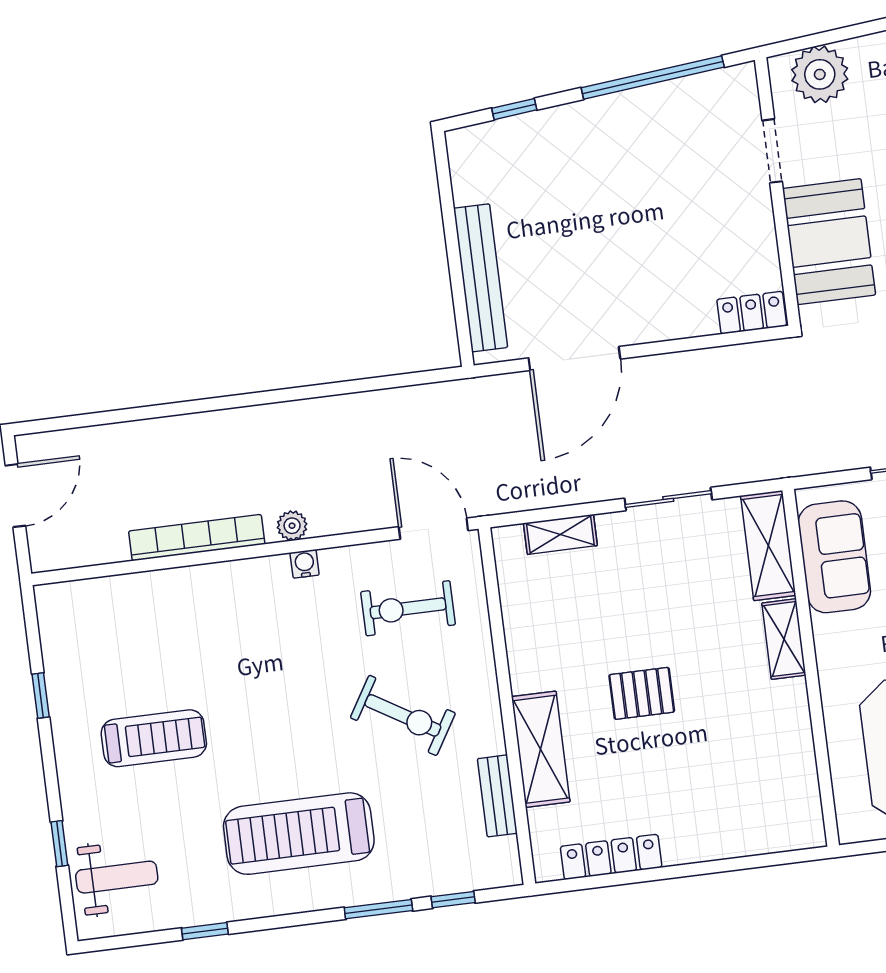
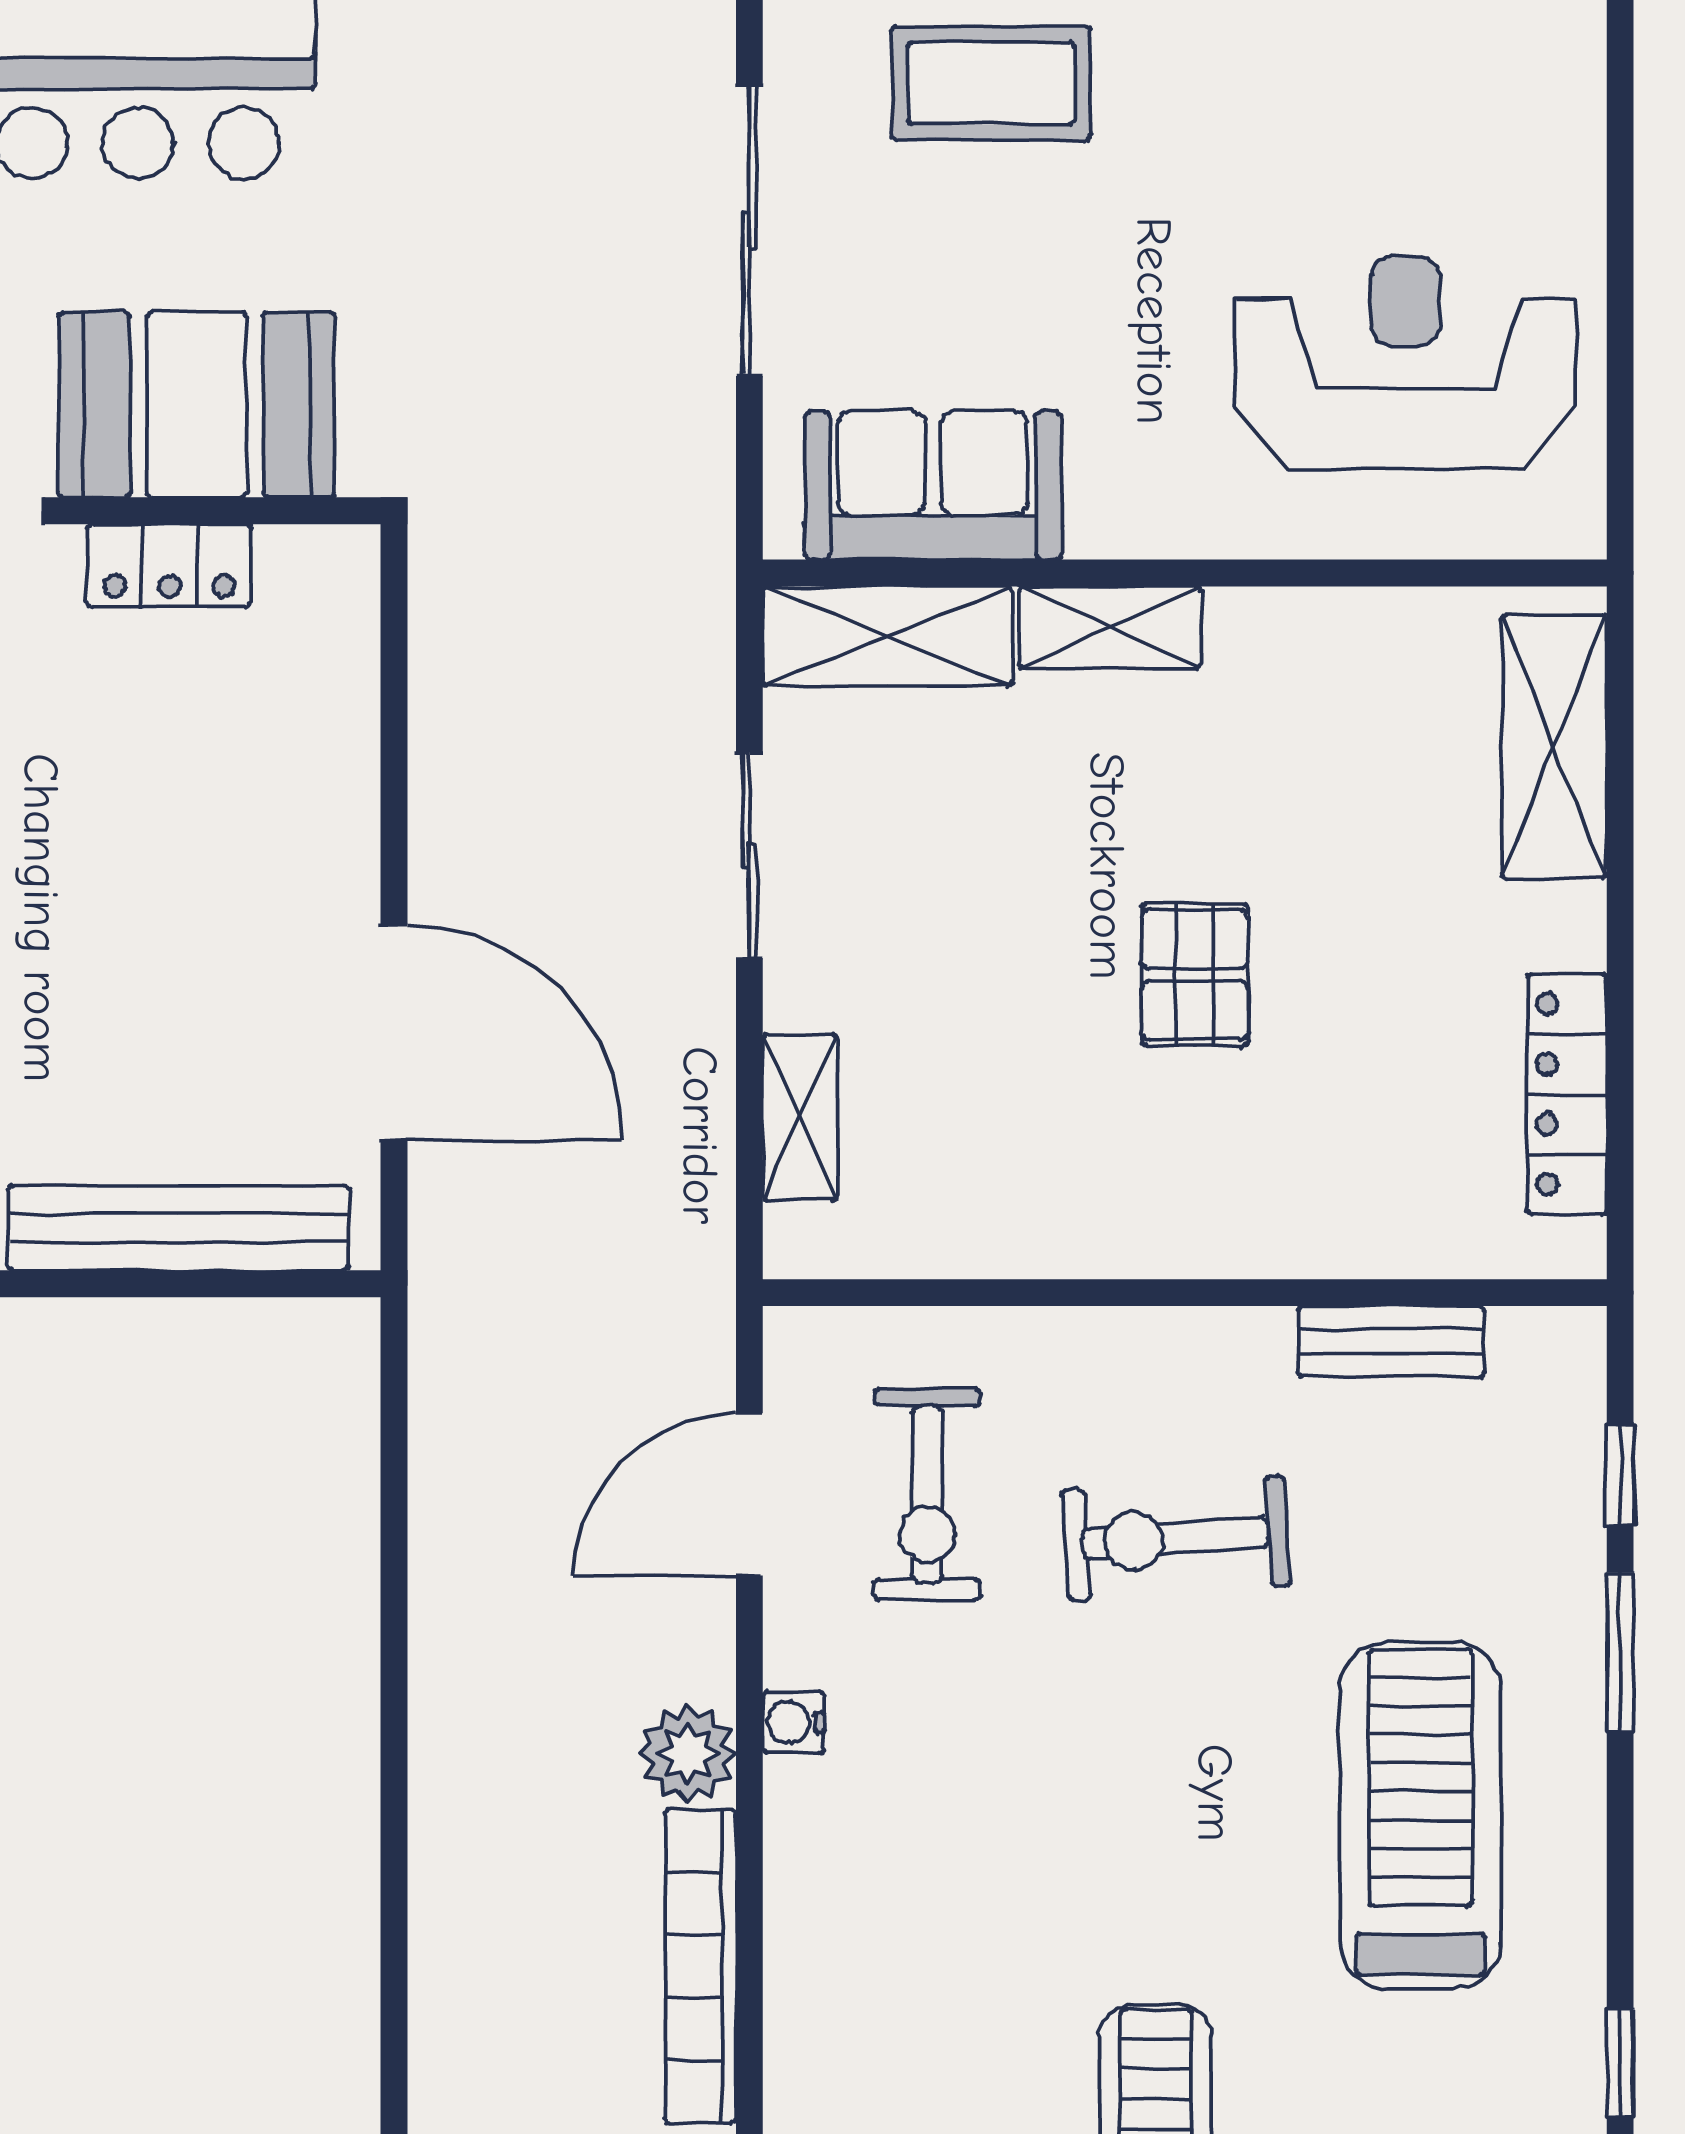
locker: (752, 313) -> (169, 566), moved, turned -90
plant: (292, 526) -> (687, 1754), width x1.38, depth x1.38
door: (433, 529) -> (749, 1494), moved
exercise bike: (403, 715) -> (1176, 1538), turned -125
shelving: (541, 749) -> (1554, 747), moved, turned 90
treadmill: (299, 834) -> (1421, 1816), turned 180

